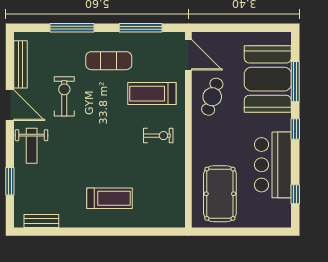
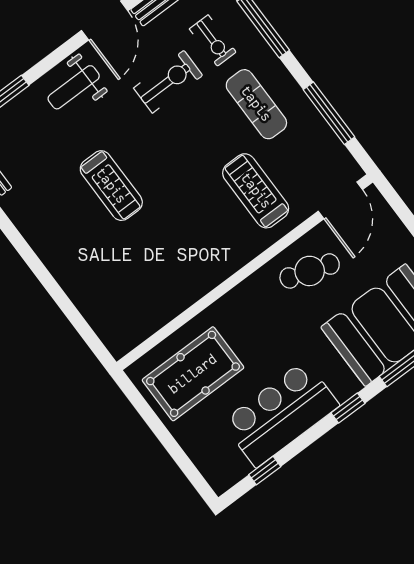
exercise bike: (158, 136) -> (213, 41), moved
treadmill: (109, 198) -> (111, 186), moved

